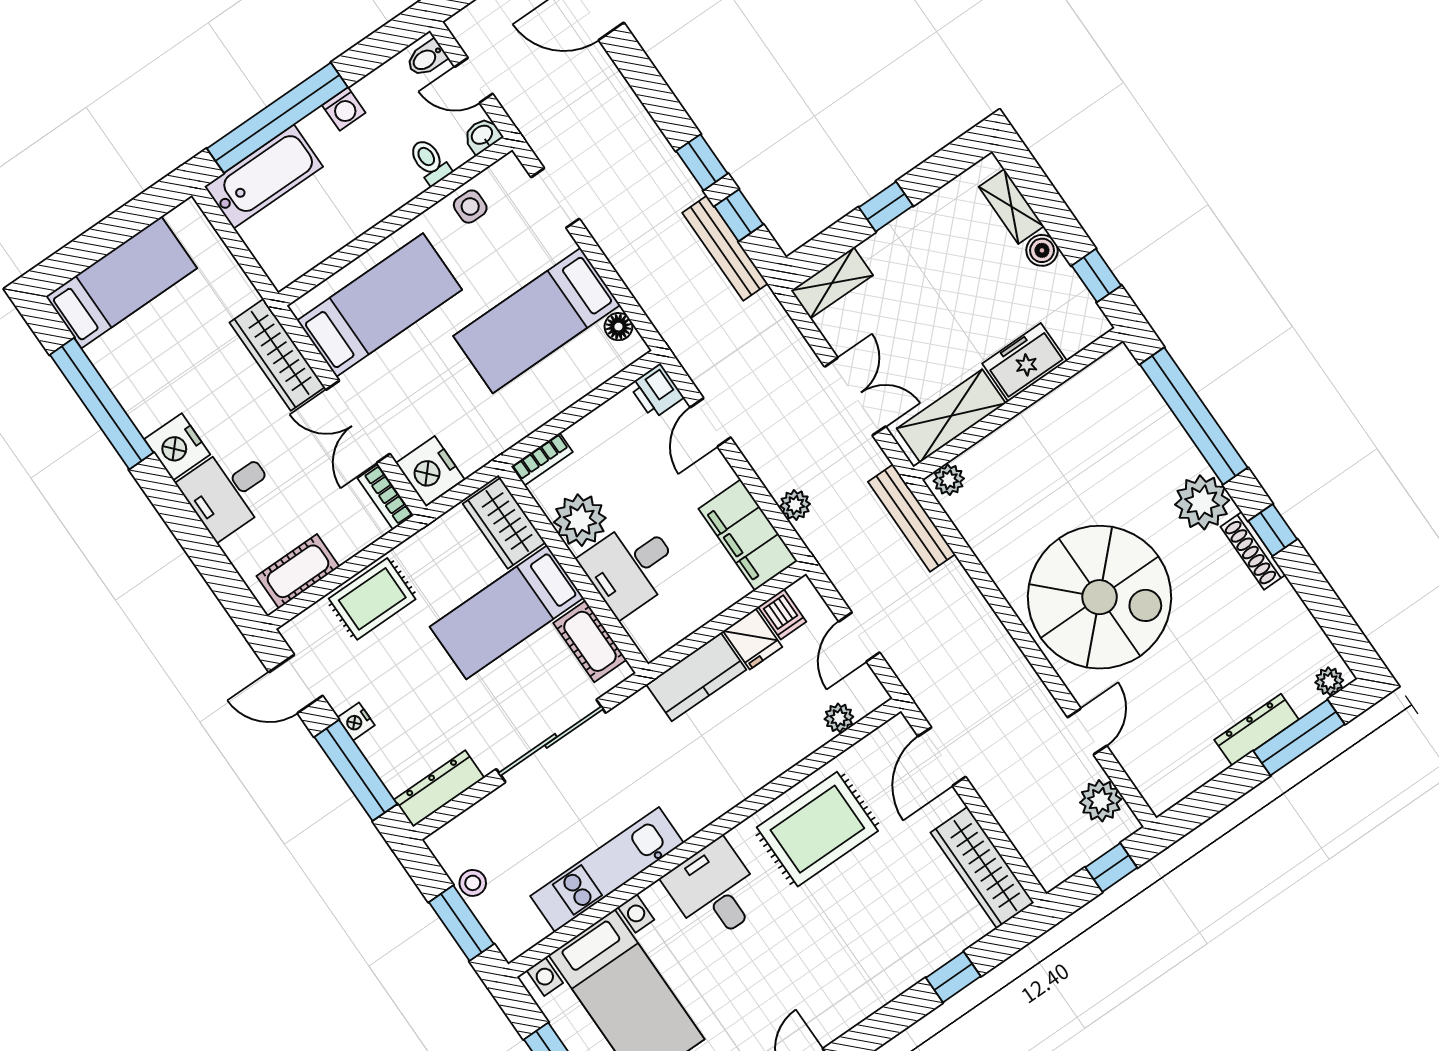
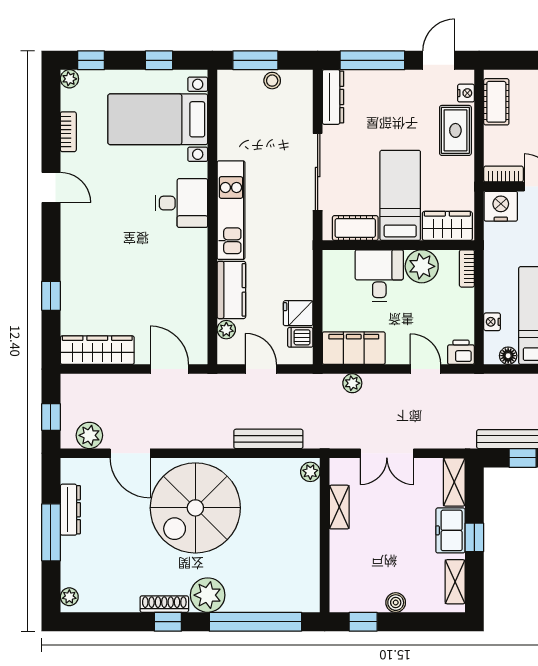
shelving: (1011, 206) -> (455, 582), moved, turned 90
freezer: (1025, 362) -> (450, 530), moved, turned 180
nightstand: (589, 378) -> (492, 322), added
shelving: (951, 416) -> (339, 507), width x0.67, depth x0.75
bench: (912, 518) -> (268, 439), moved
kitchen counter: (696, 677) -> (231, 290), moved, turned 180
nightstand: (356, 721) -> (466, 93), moved, turned 90
dresser: (1257, 730) -> (70, 510), moved
door: (1087, 732) -> (130, 453), width x1.38
window: (1299, 738) -> (51, 532), moved
rug: (817, 829) -> (176, 279), removed
kitchen unit: (607, 869) -> (231, 210), moved

